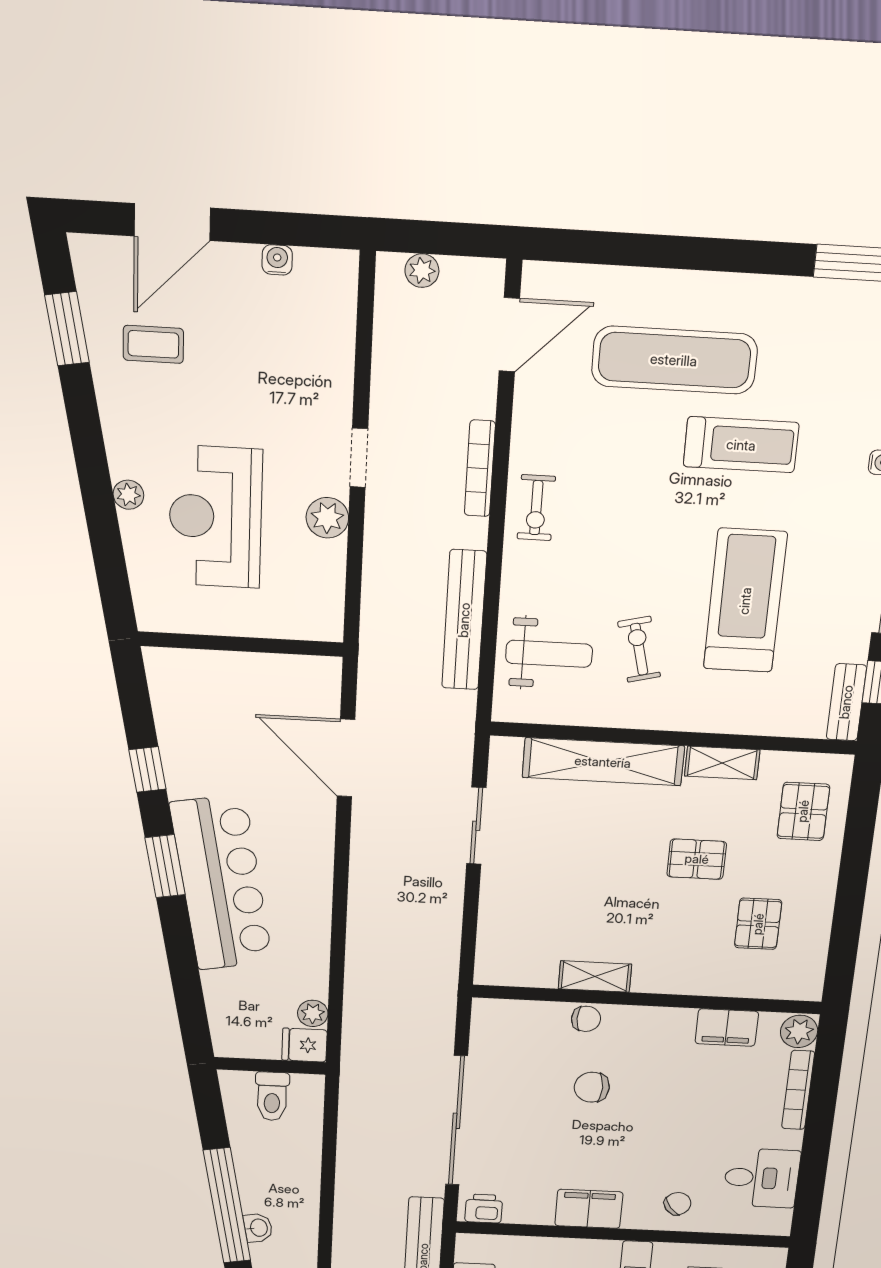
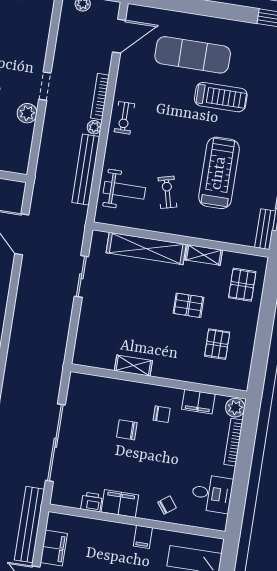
plant: (473, 533) -> (94, 127), added
chair: (586, 1019) -> (162, 414), moved
printer: (484, 1209) -> (92, 502), moved

